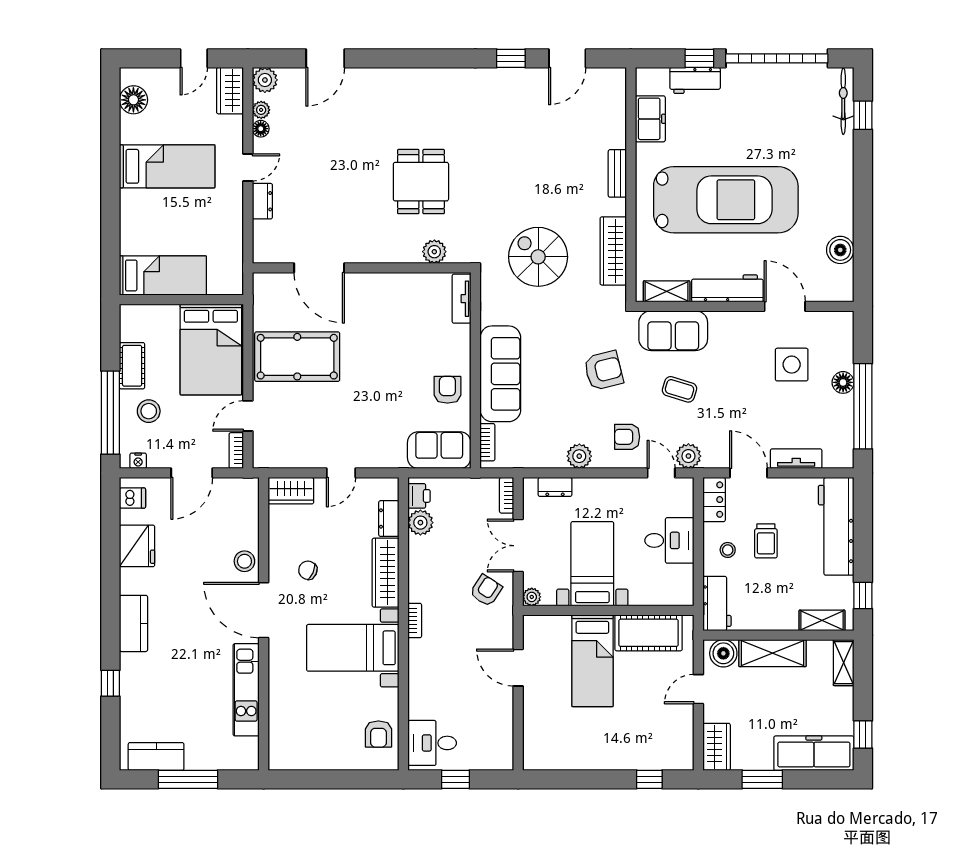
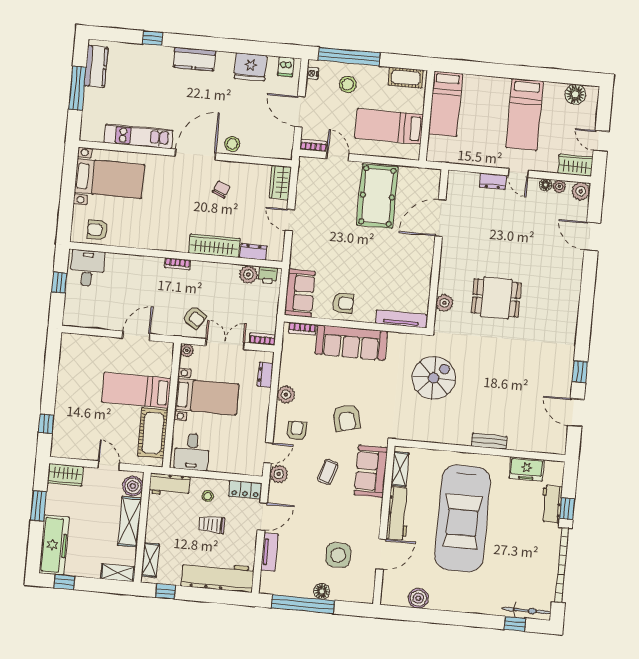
wardrobe: (613, 251) -> (433, 433), removed
tv unit: (462, 299) -> (401, 319), width x1.41
bed: (211, 349) -> (389, 126), width x0.67
cot: (132, 366) -> (406, 78), moved
desk: (669, 540) -> (192, 452), moved
bed with nightstands: (353, 648) -> (109, 179), moved, turned 90

